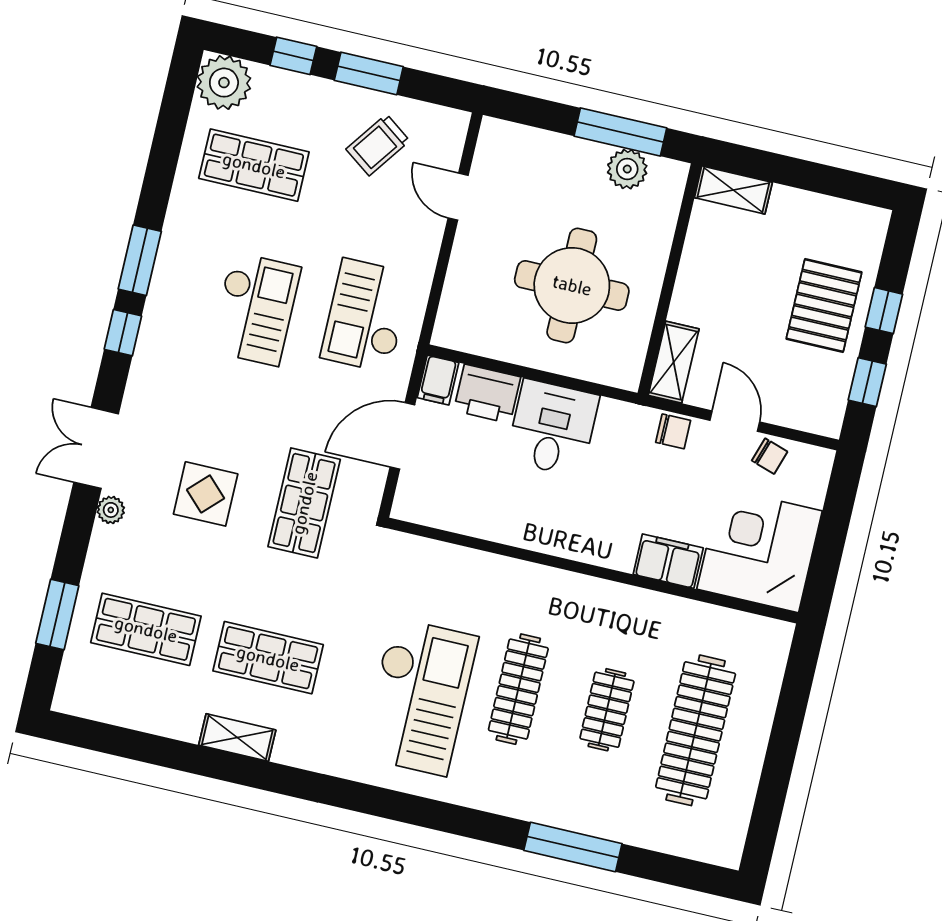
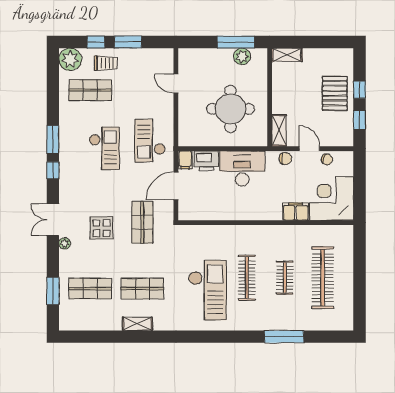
trolley: (378, 145) -> (106, 63), moved, turned -126
desk: (552, 428) -> (242, 168), width x1.37

